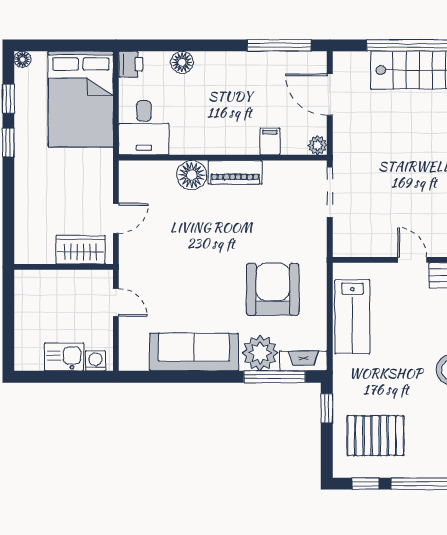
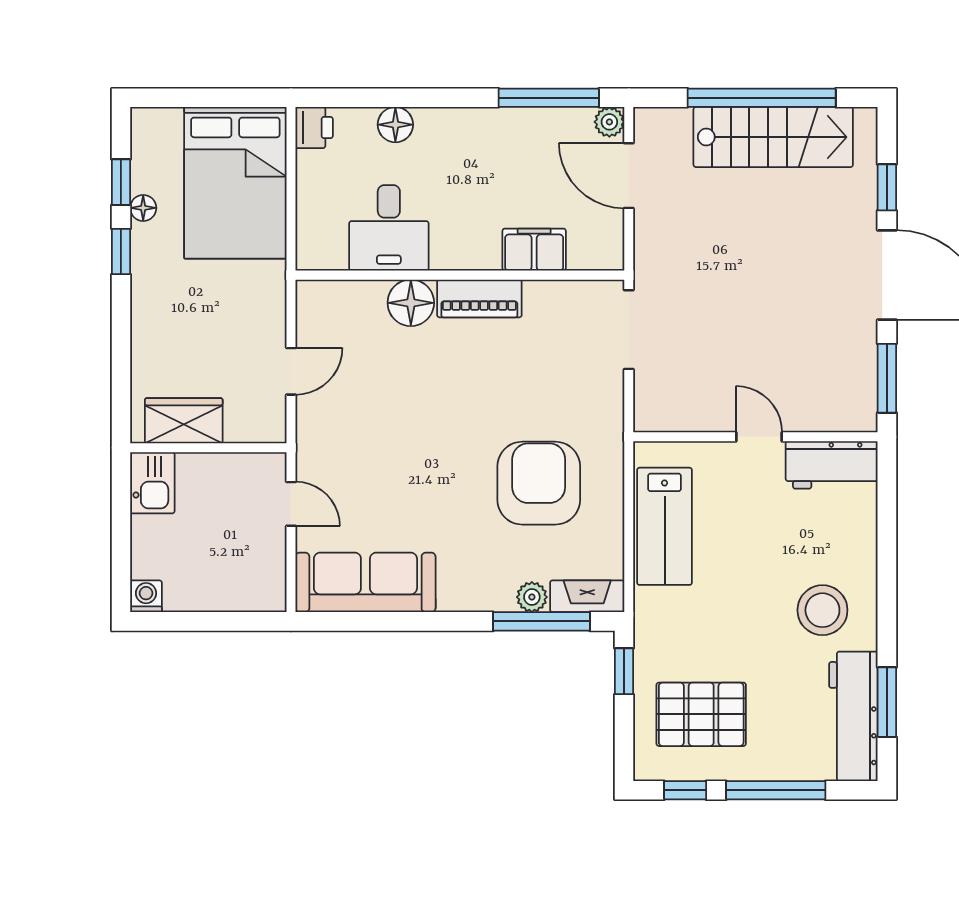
floor lamp: (22, 59) -> (143, 208), moved
desk: (144, 128) -> (389, 228), moved
filing cabinet: (270, 141) -> (534, 250), width x2.00
plant: (317, 145) -> (609, 122), moved
wardrobe: (81, 250) -> (184, 421), moved
sofa: (194, 352) -> (365, 582), moved
plant: (260, 353) -> (532, 597), width x0.53, depth x0.53
kitchen sink: (64, 357) -> (152, 483), moved, turned 90
washing machine: (95, 361) -> (146, 596), moved

